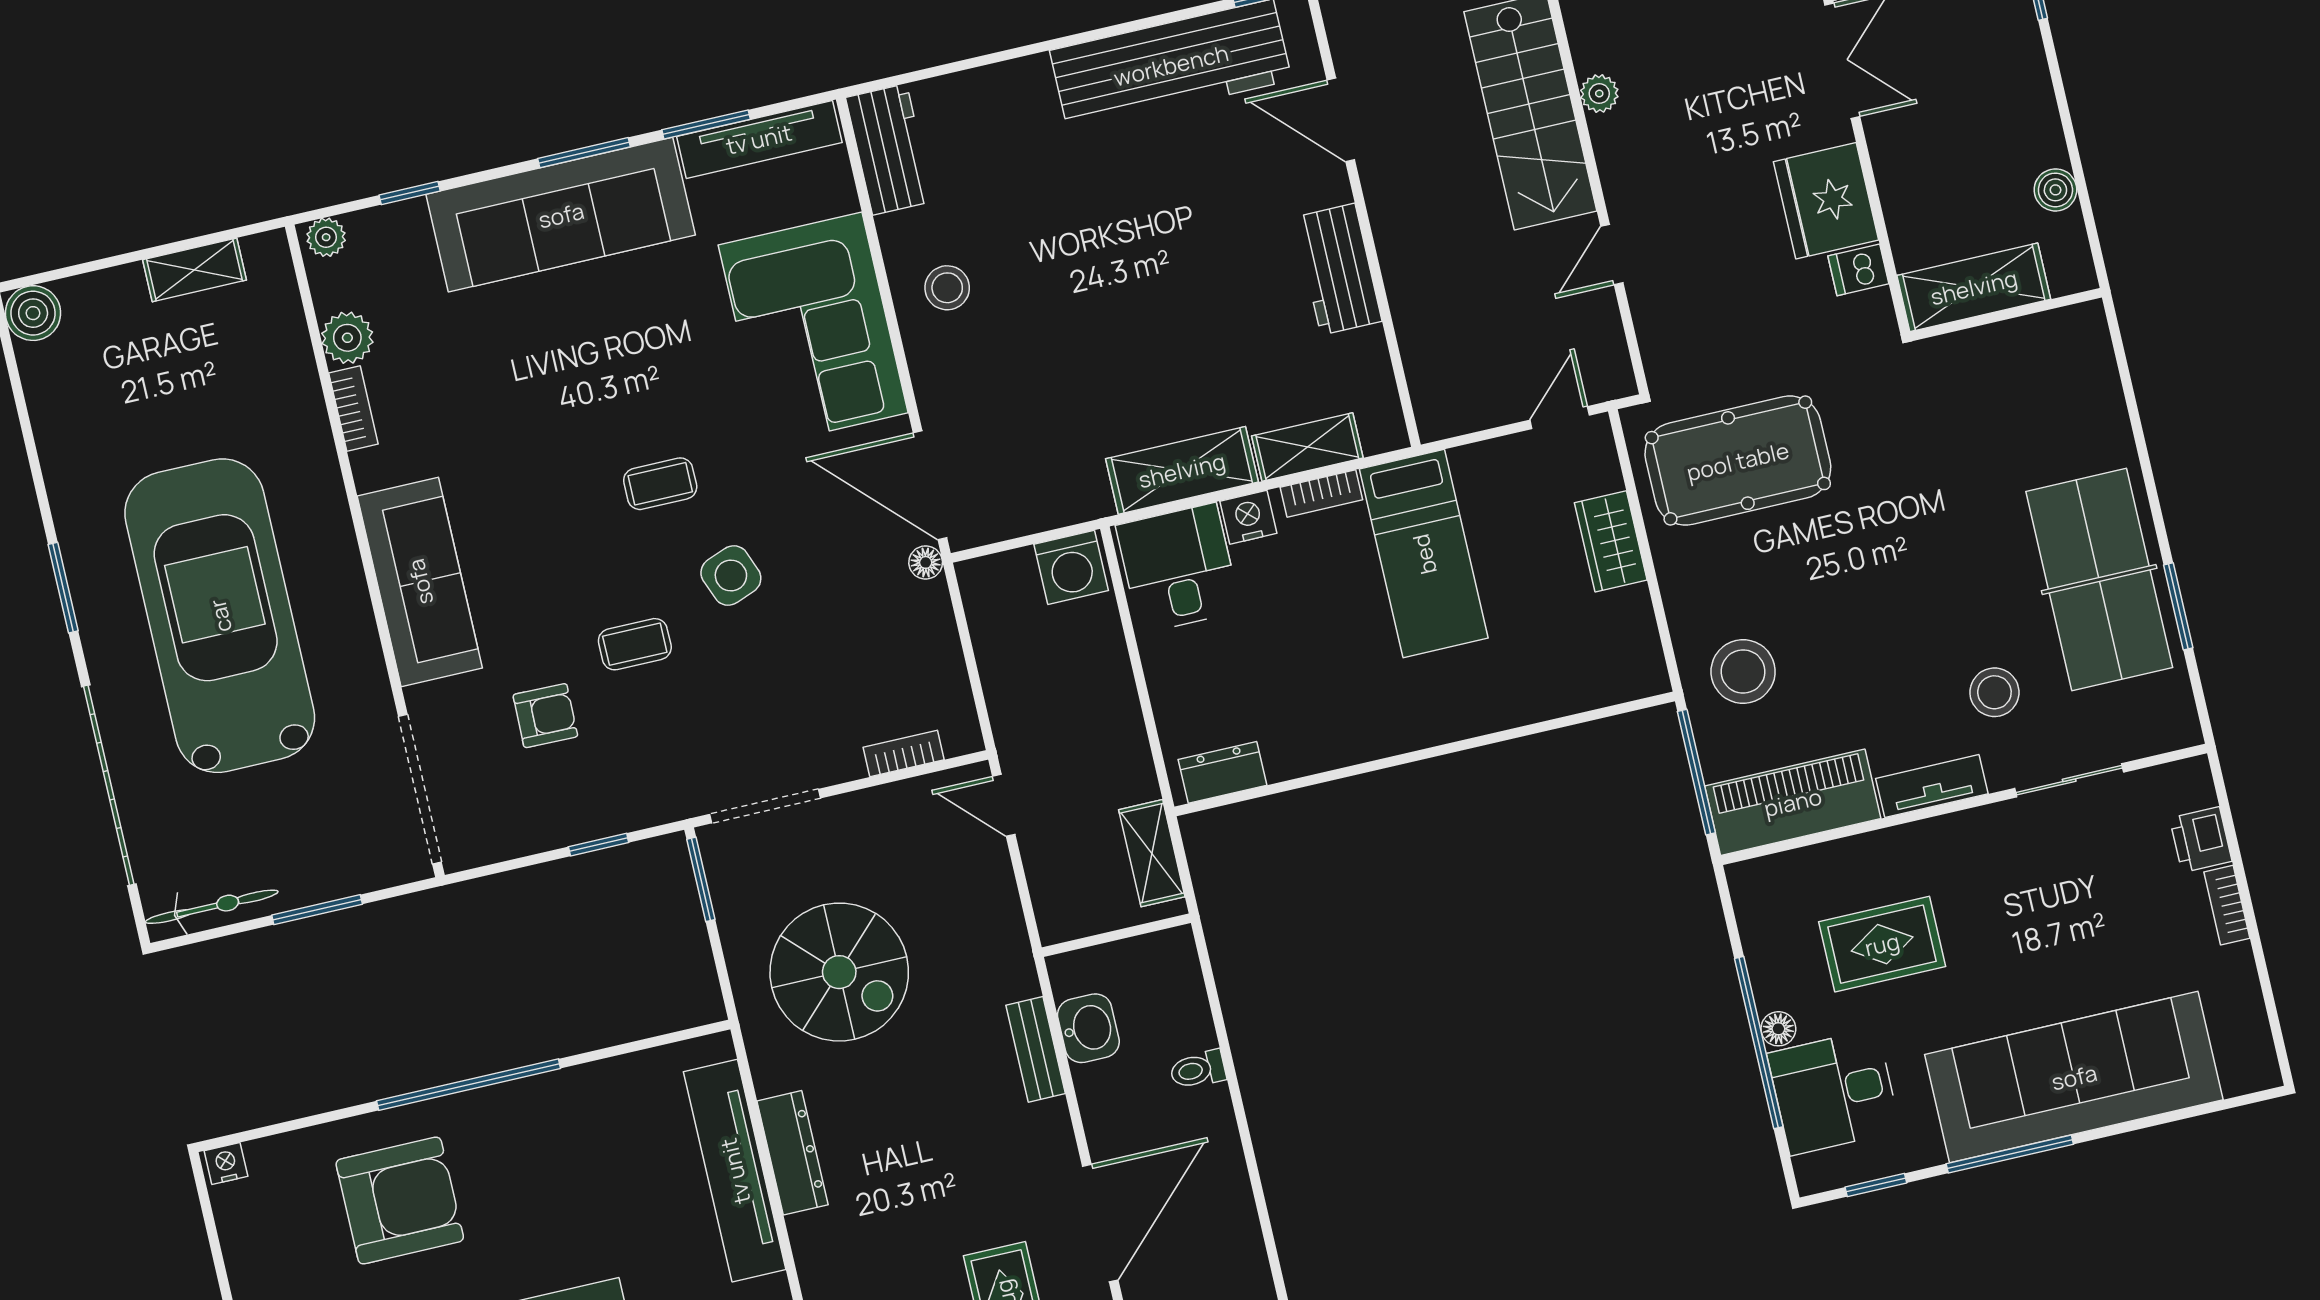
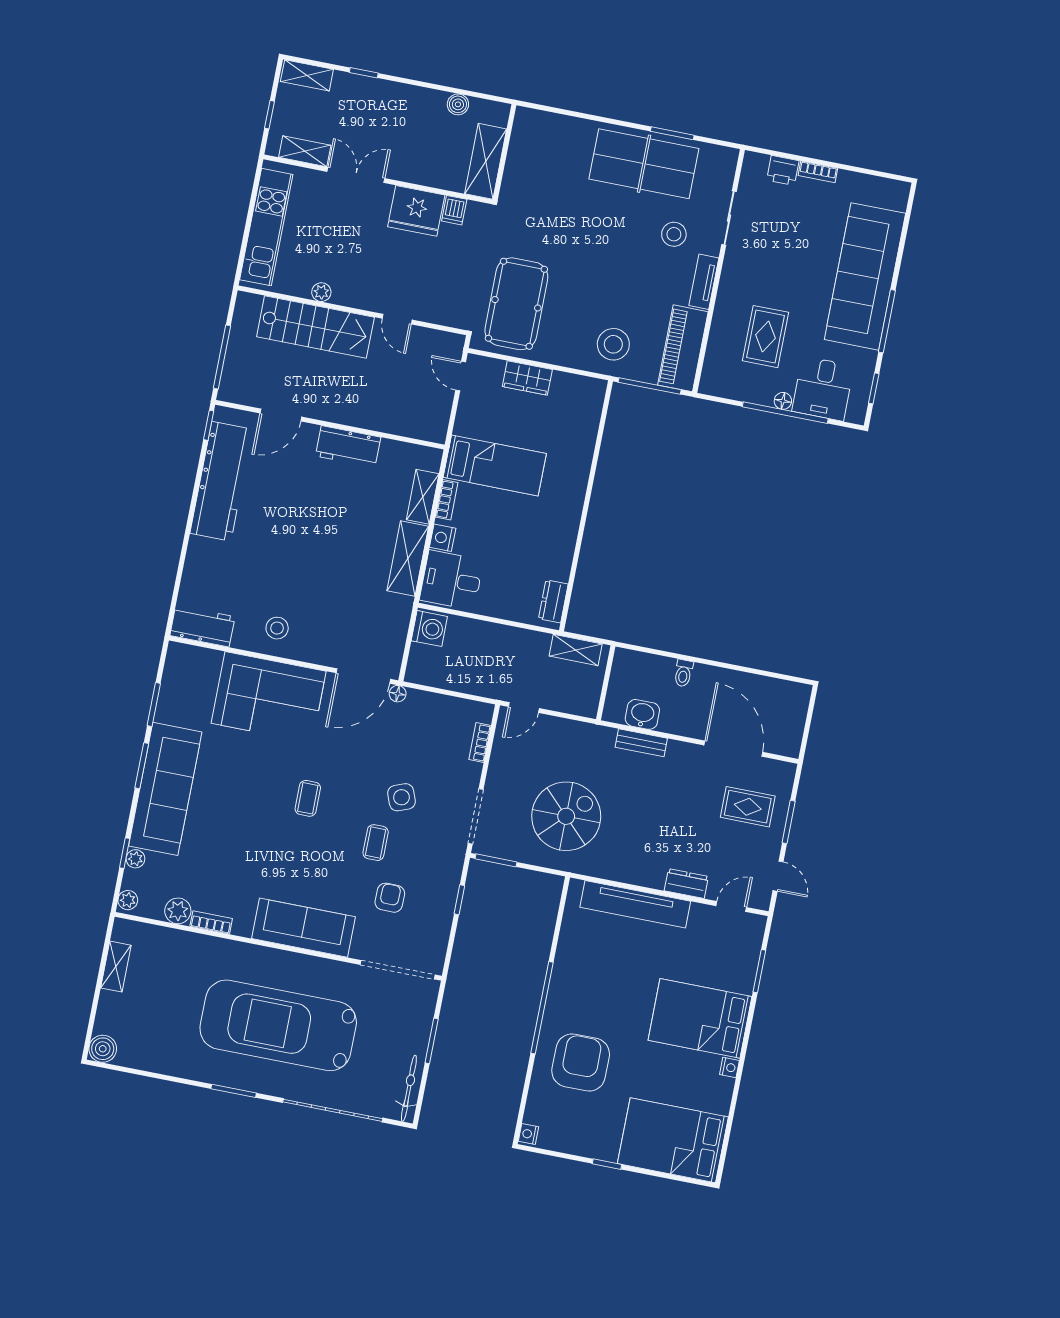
tv unit: (759, 139) -> (171, 683), removed
plant: (408, 217) -> (135, 859), added
side table: (731, 576) -> (402, 797), moved
dresser: (792, 1153) -> (686, 884), moved, width x0.70

